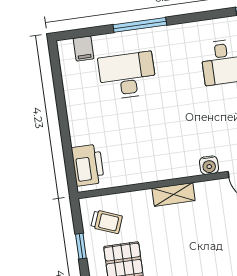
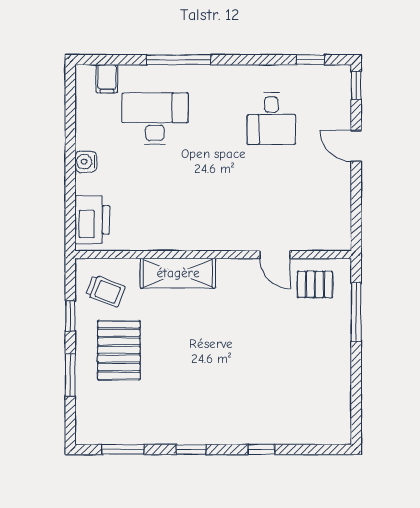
water cooler: (209, 165) -> (86, 162), moved, turned 90
shelving: (174, 194) -> (178, 273), width x1.50, depth x1.33

